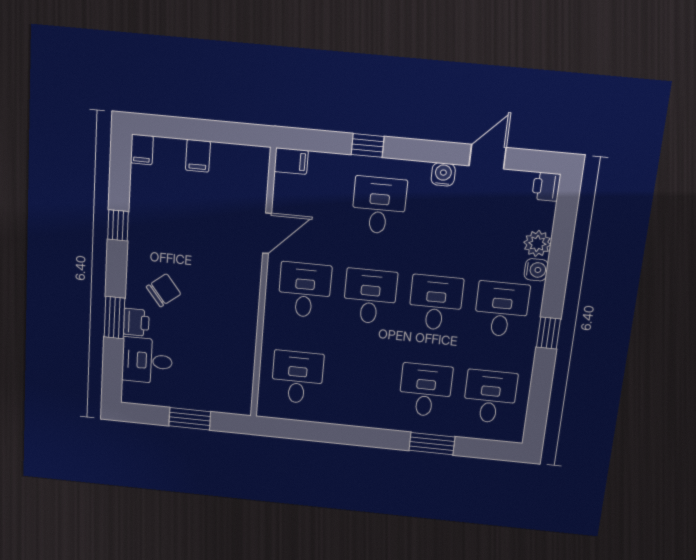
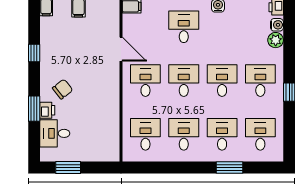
door: (267, 233) -> (121, 49), hinge flipped
water cooler: (536, 270) -> (277, 25), moved
desk: (361, 384) -> (184, 134), added
window: (190, 419) -> (68, 168), moved

